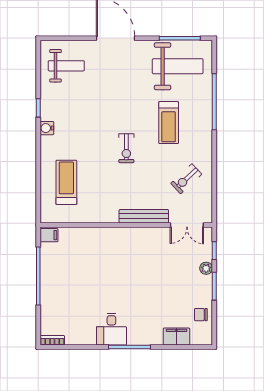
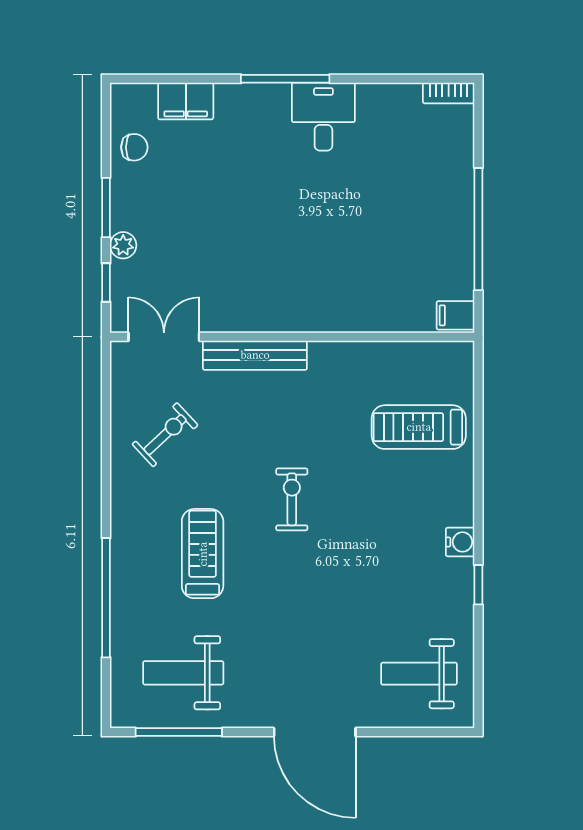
weight bench: (178, 66) -> (183, 673), width x0.73, depth x0.75
treadmill: (66, 182) -> (419, 427), turned 90

